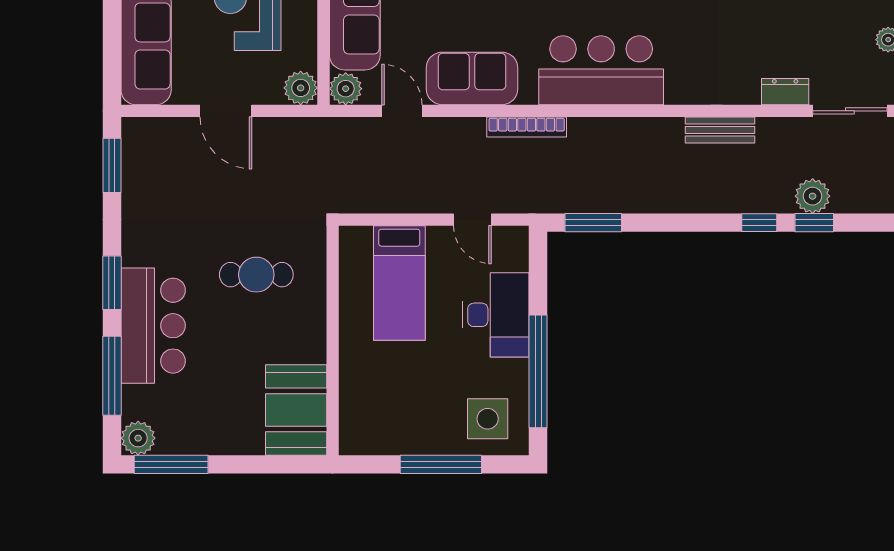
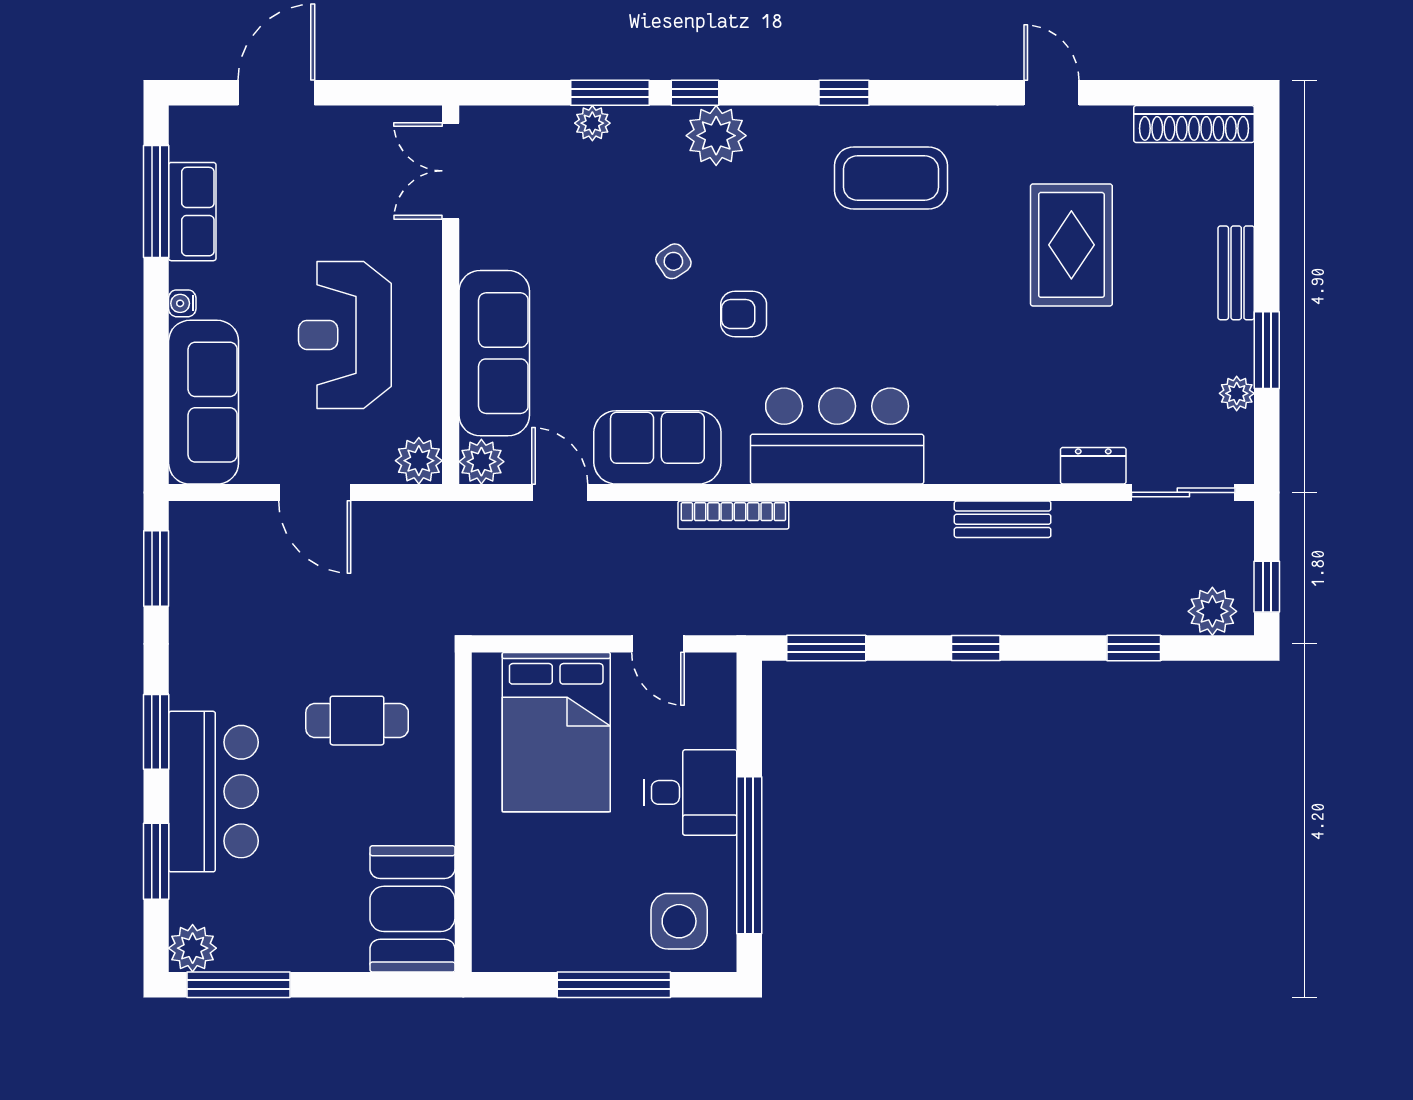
plant: (813, 196) -> (1212, 611), moved
window: (759, 223) -> (976, 648), moved
bed: (399, 283) -> (556, 732), width x1.50
desk: (496, 315) -> (690, 792), width x0.73
window: (112, 376) -> (156, 861), width x0.69

